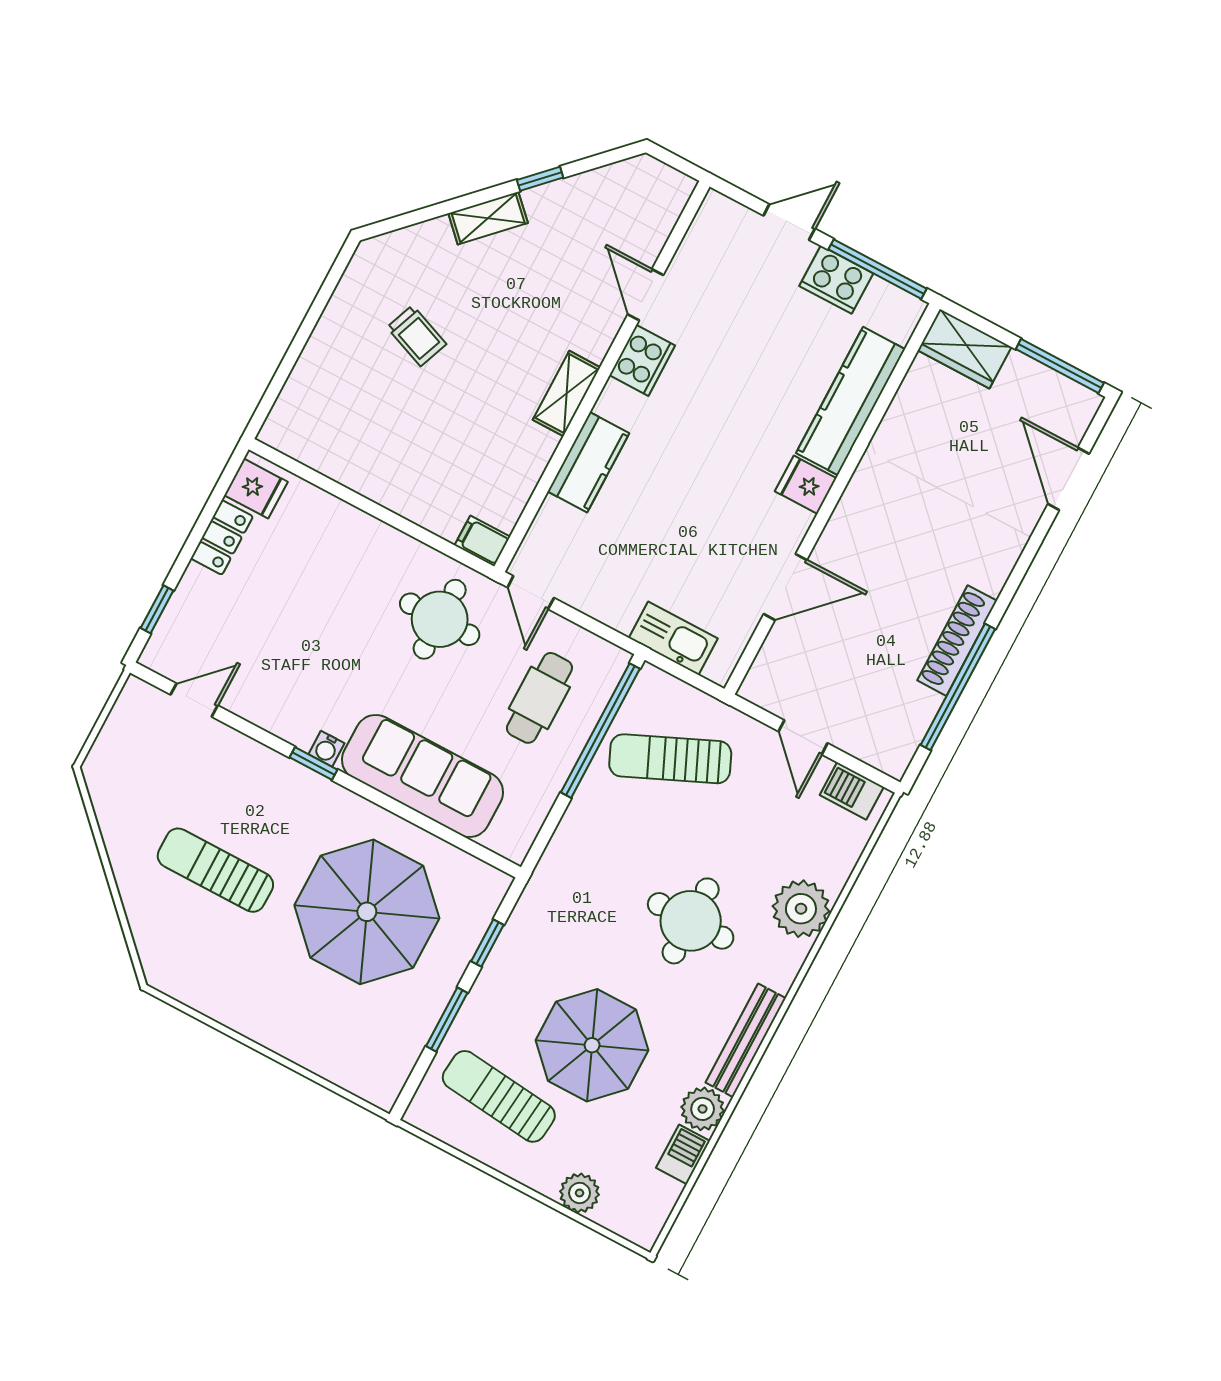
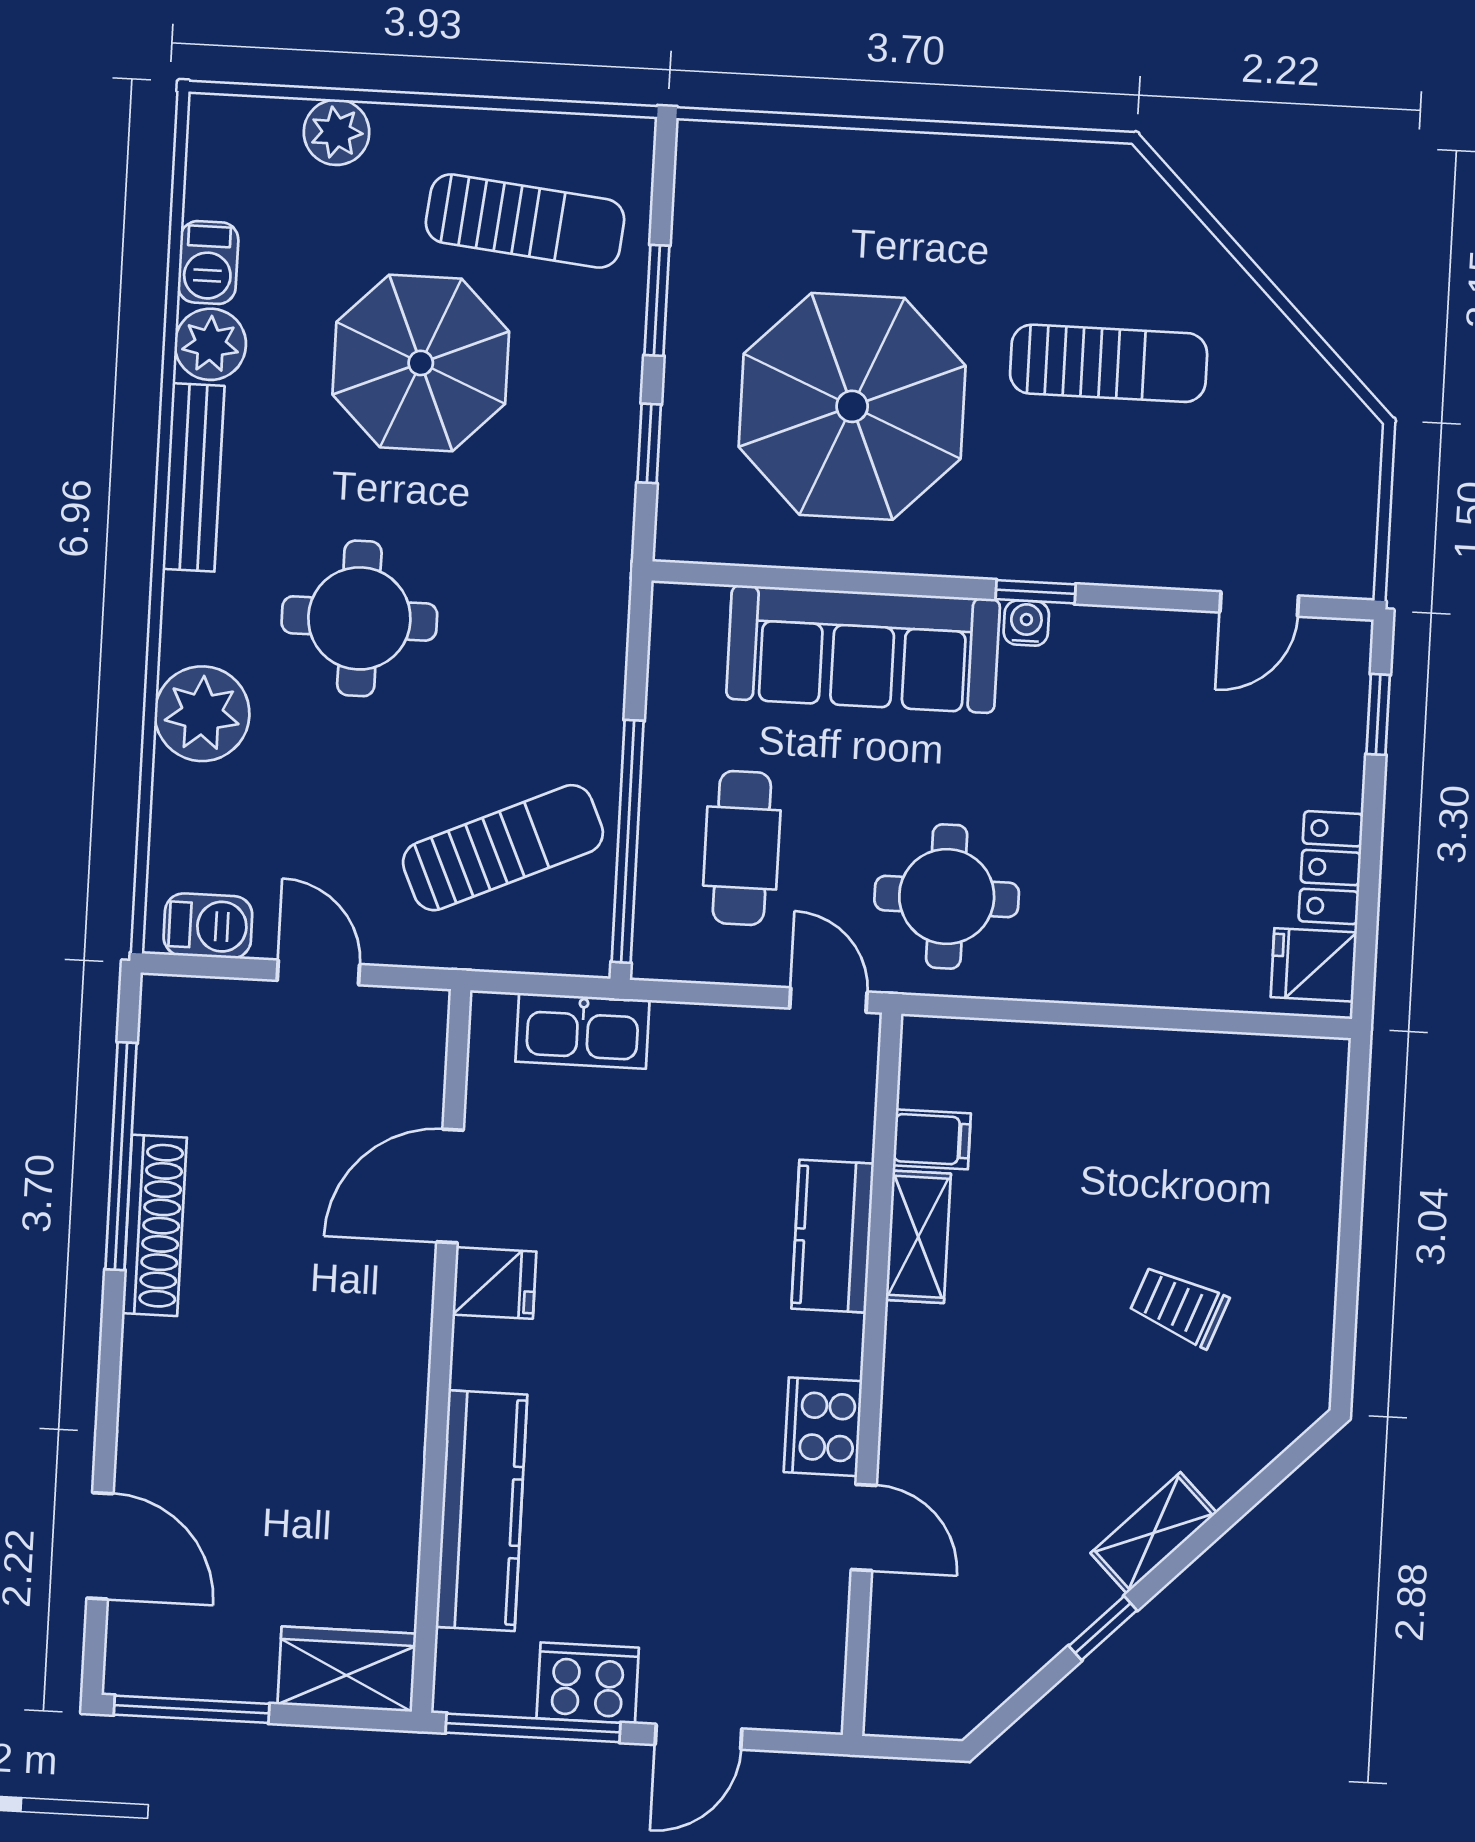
shelving: (566, 394) -> (918, 1237), moved
fridge: (806, 485) -> (494, 1283), moved
filing cabinet: (482, 541) -> (932, 1139), moved

